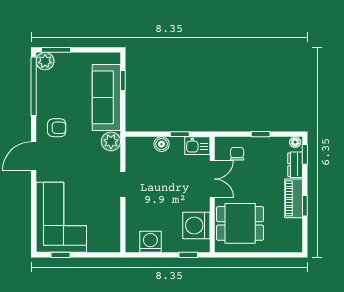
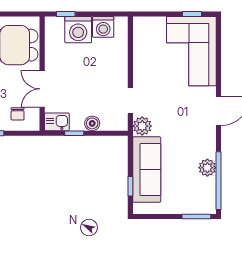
plant: (45, 61) -> (207, 168), moved
armchair: (57, 128) -> (196, 140), removed
doorway: (123, 184) -> (130, 101), moved
washing machine: (196, 226) -> (78, 30), moved, turned 90

